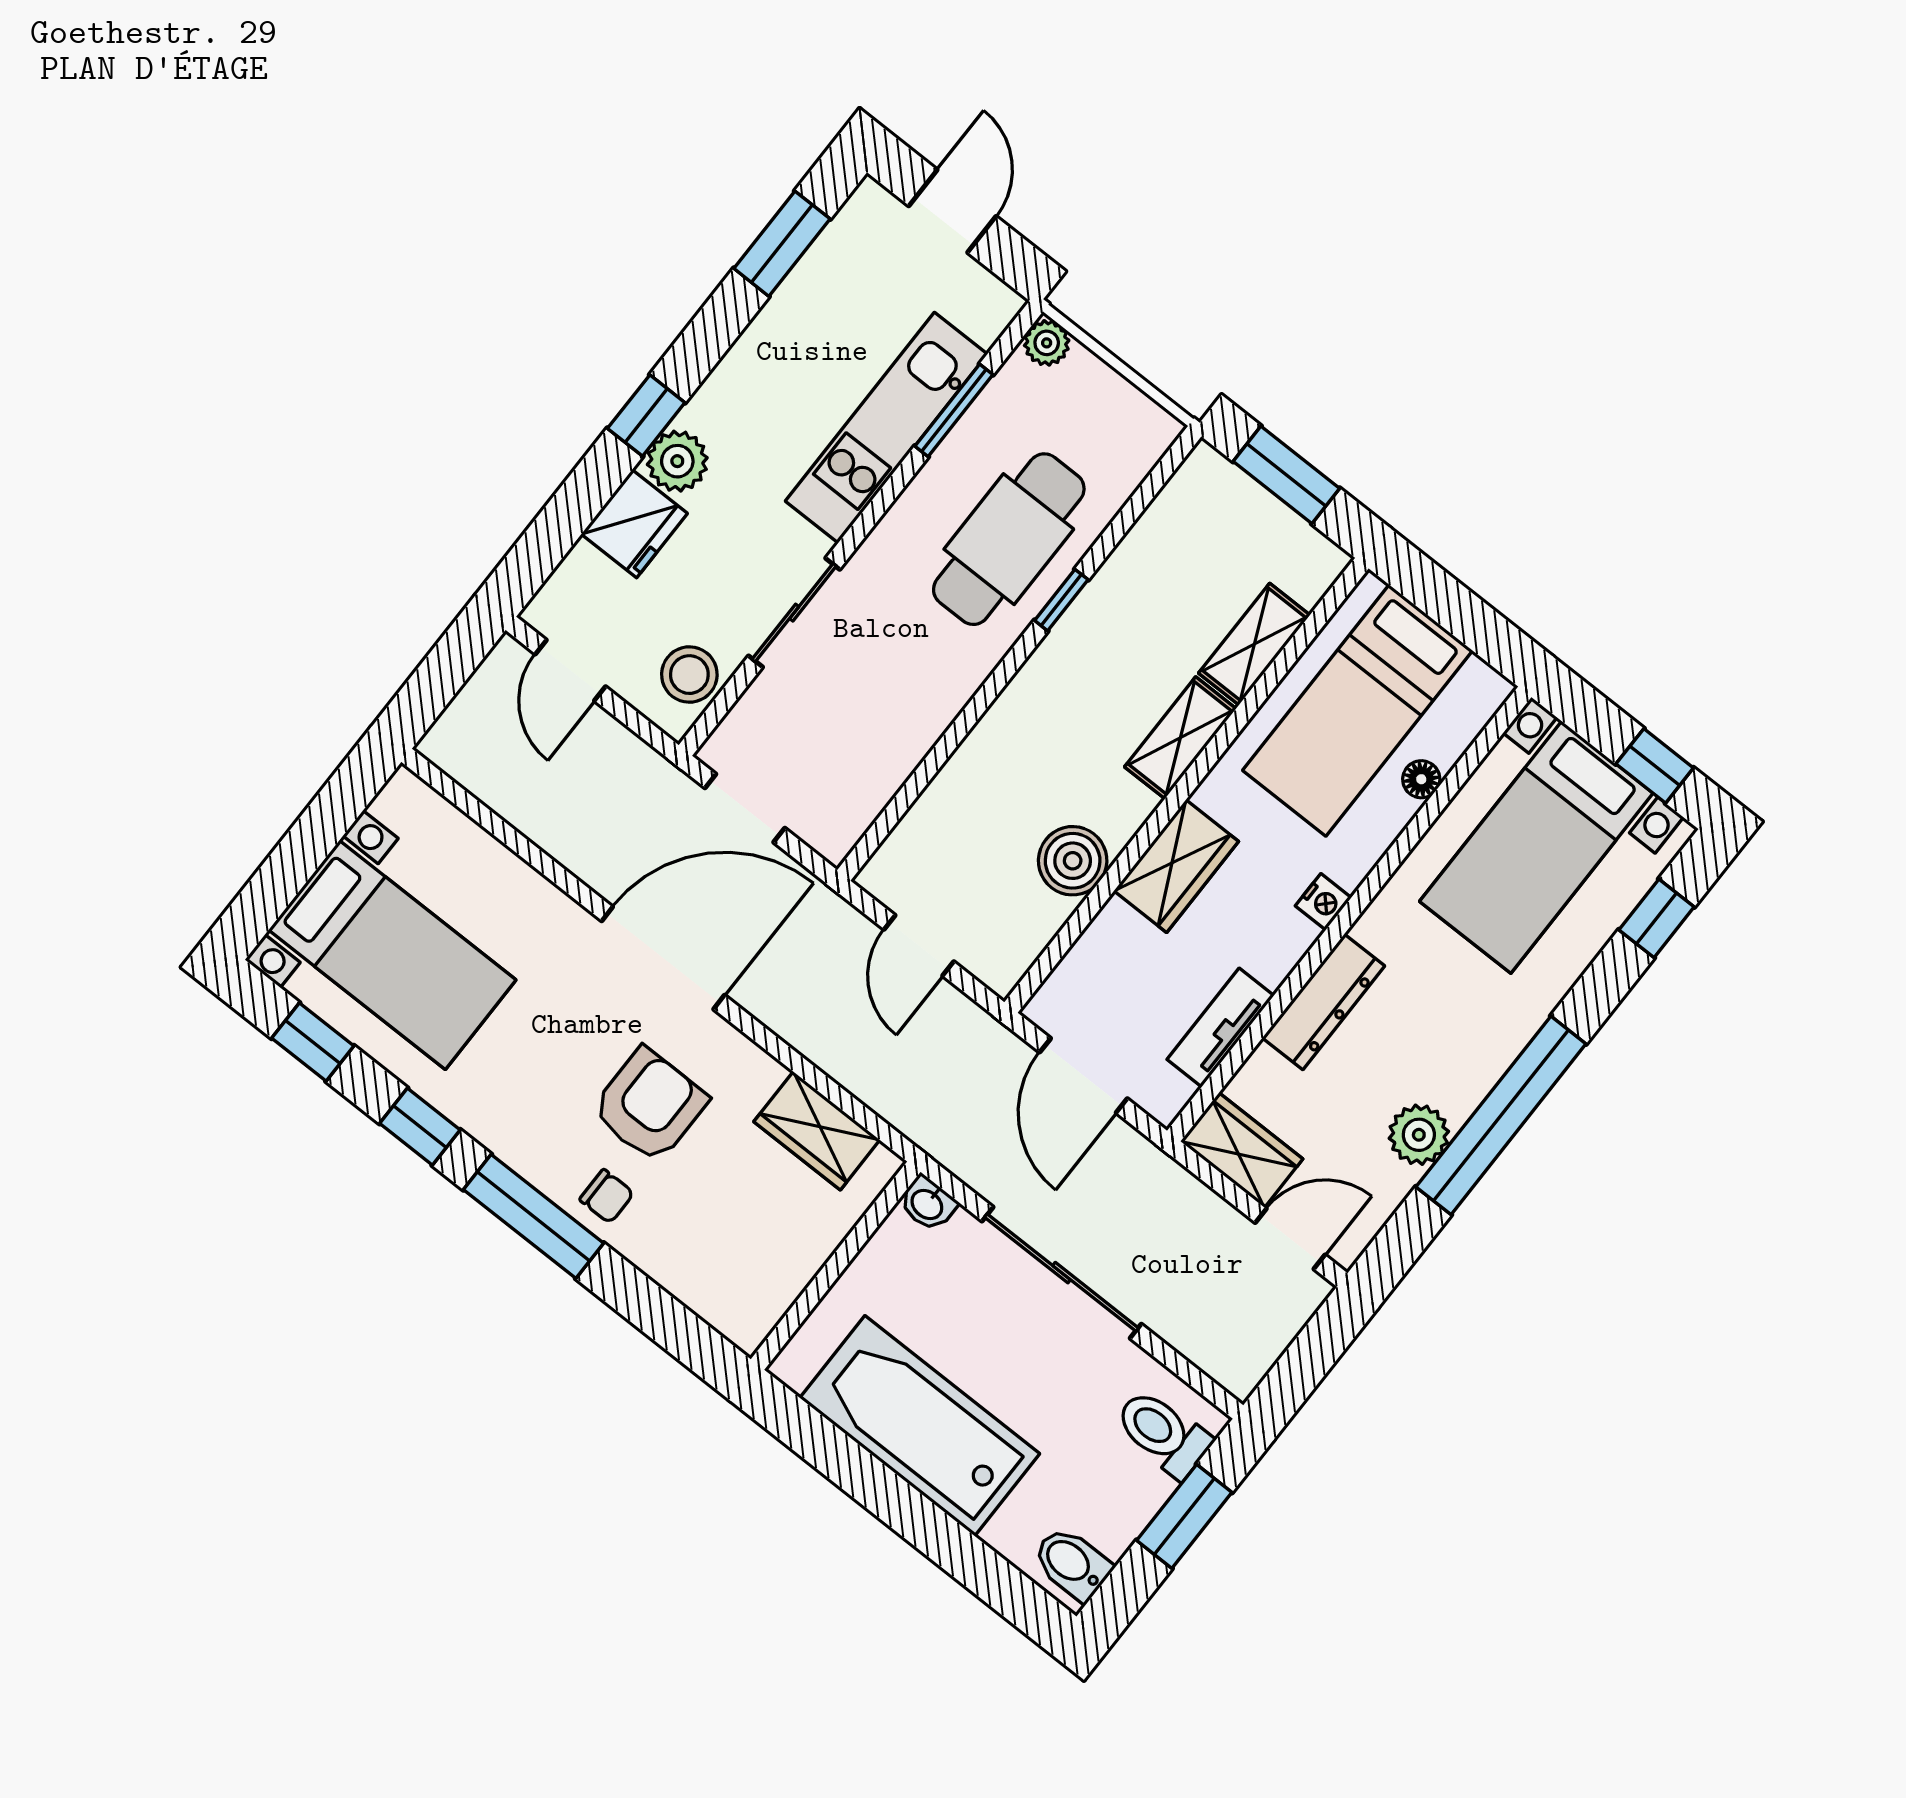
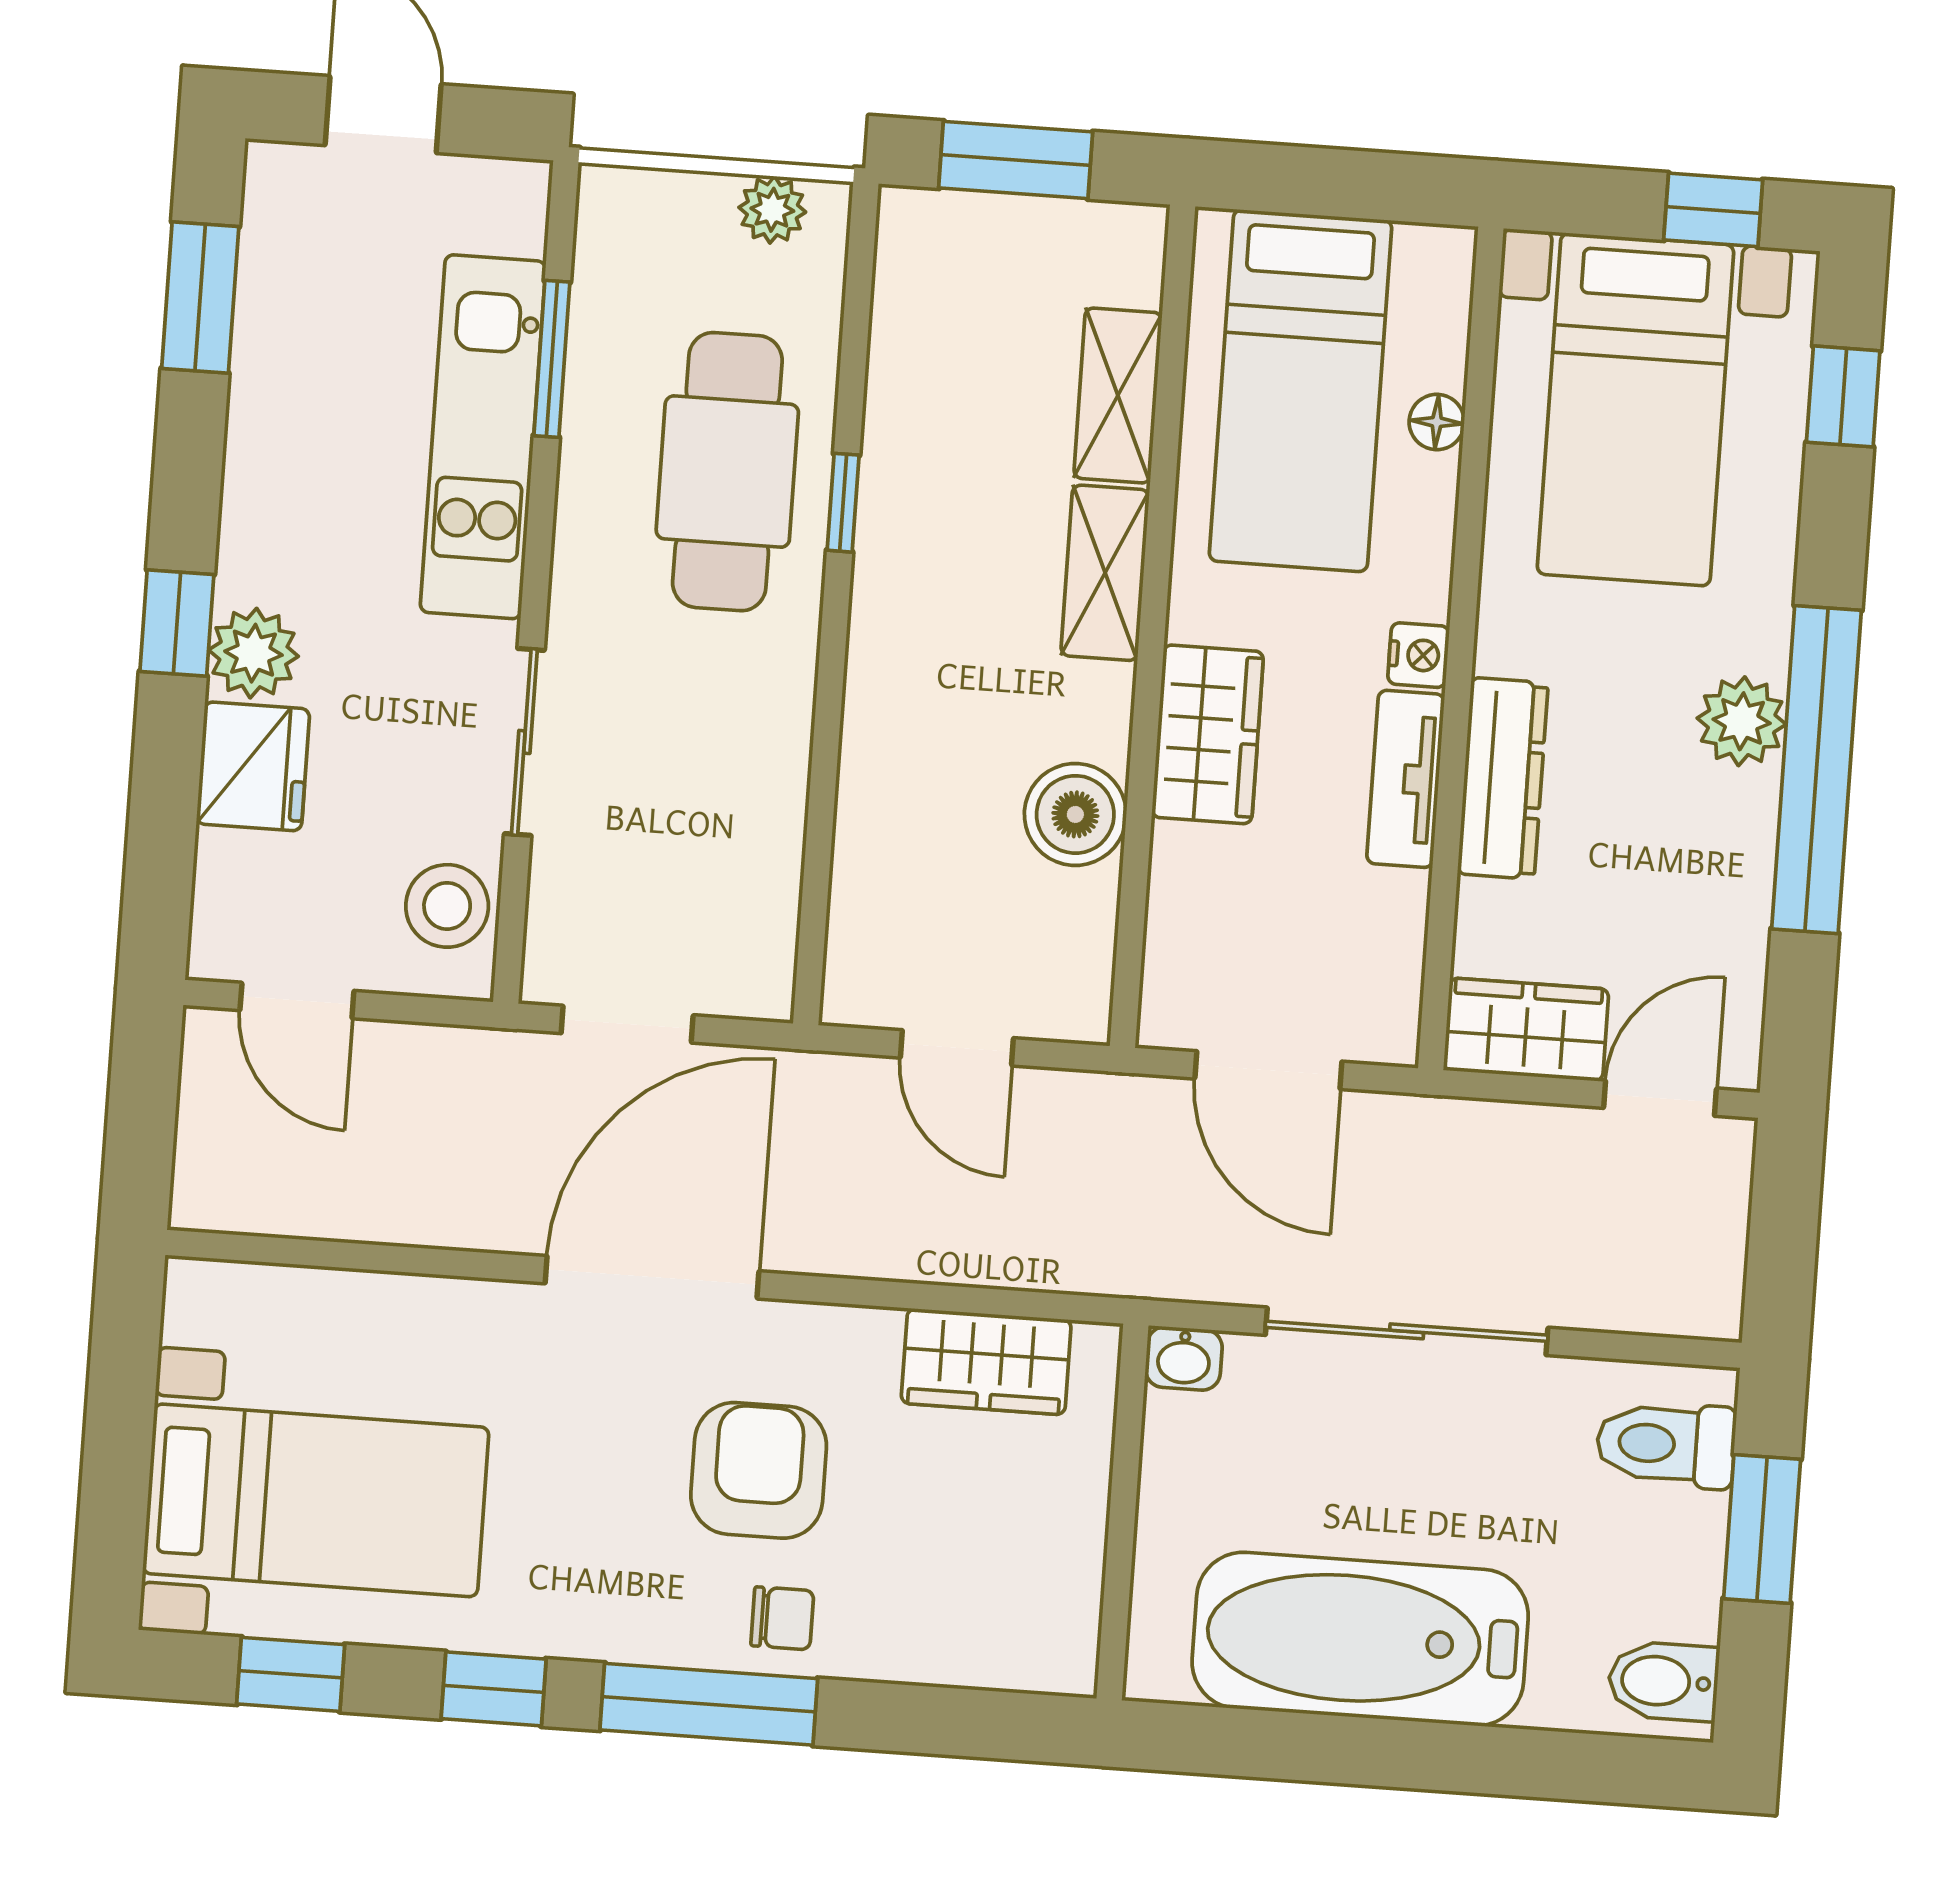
plant: (1047, 343) -> (772, 210), moved
tv unit: (1220, 1027) -> (1406, 779), moved
plant: (1419, 1135) -> (1742, 721), moved

